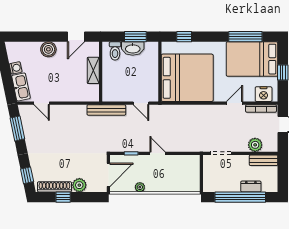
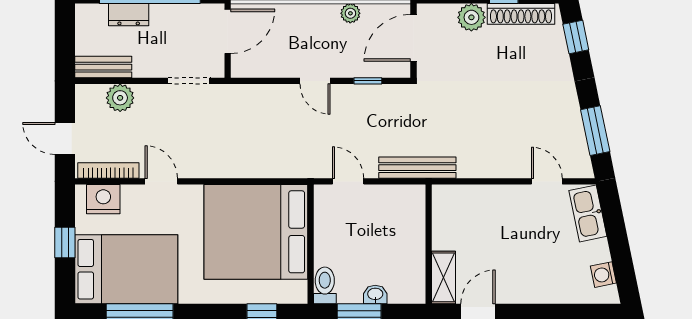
boiler: (48, 49) -> (533, 289), removed
washbasin: (133, 49) -> (375, 294), width x0.52, depth x0.69
toilet: (115, 51) -> (325, 285), moved
washing machine: (16, 68) -> (603, 275), moved
shelving: (93, 70) -> (443, 277), moved
door: (235, 103) -> (161, 181), swing flipped
door: (201, 178) -> (228, 31), added

